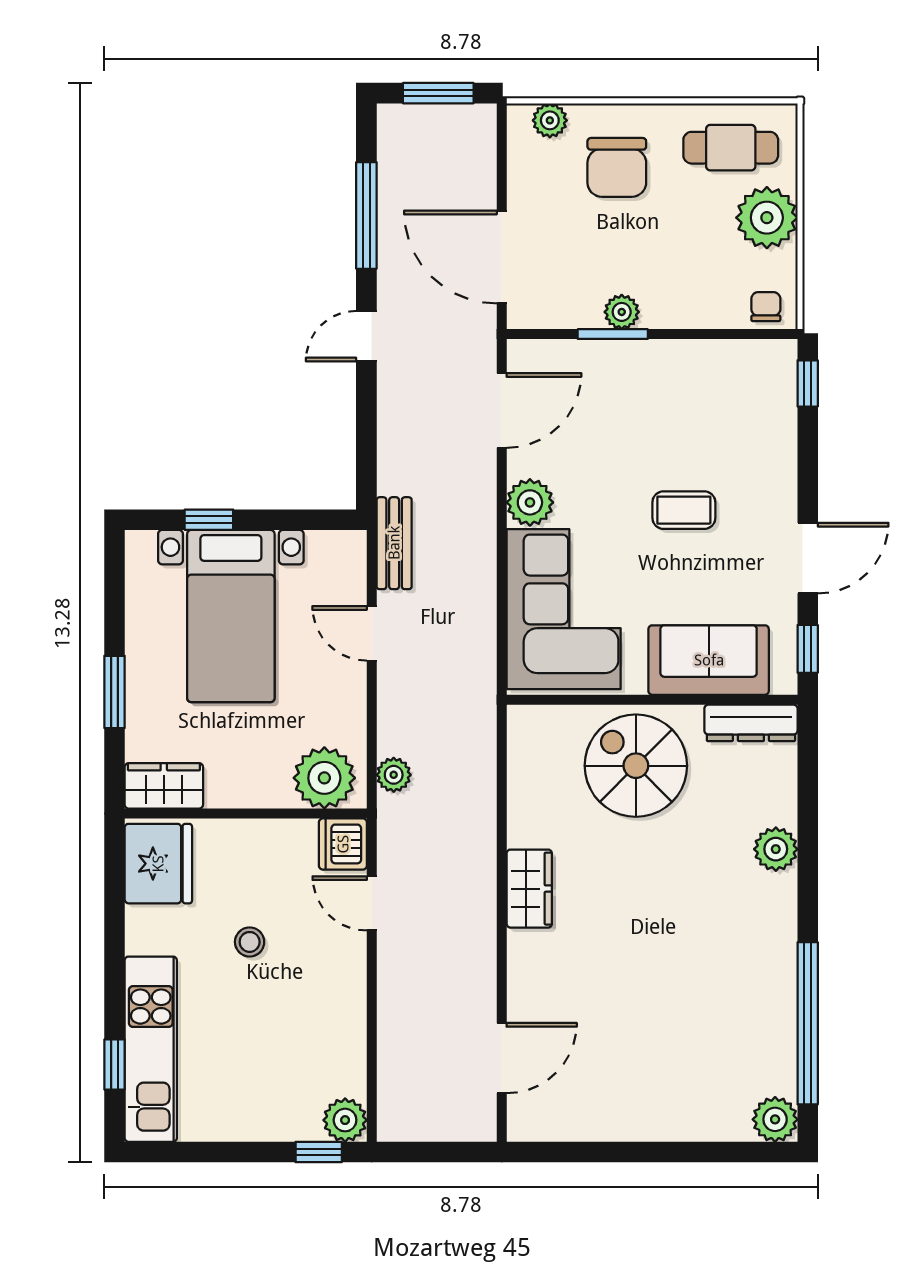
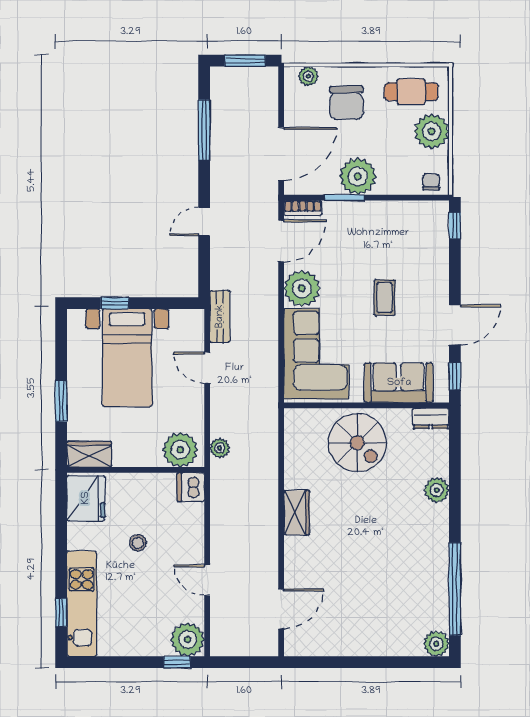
door: (502, 257) -> (281, 154), swing flipped
plant: (622, 312) -> (358, 176), width x1.88, depth x1.88
door: (366, 336) -> (204, 222), moved
bookcase: (540, 352) -> (303, 208), added
plant: (530, 502) -> (302, 288), width x1.36, depth x1.36
coffee table: (684, 510) -> (385, 298), turned 90
dresser: (751, 723) -> (431, 418), width x0.70
spiral stairs: (636, 766) -> (357, 443), turned 180
door: (372, 903) -> (207, 580), moved
plant: (345, 1120) -> (188, 640), width x1.36, depth x1.36

